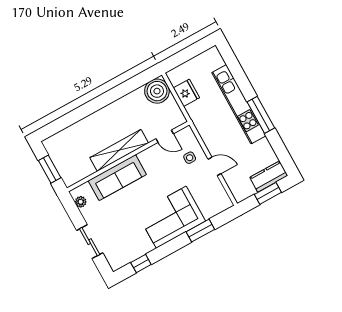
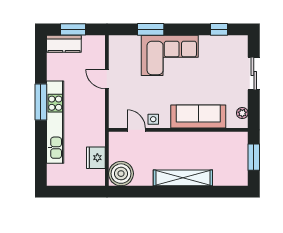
shelving: (119, 150) -> (183, 178), moved
side table: (190, 158) -> (153, 119), moved

